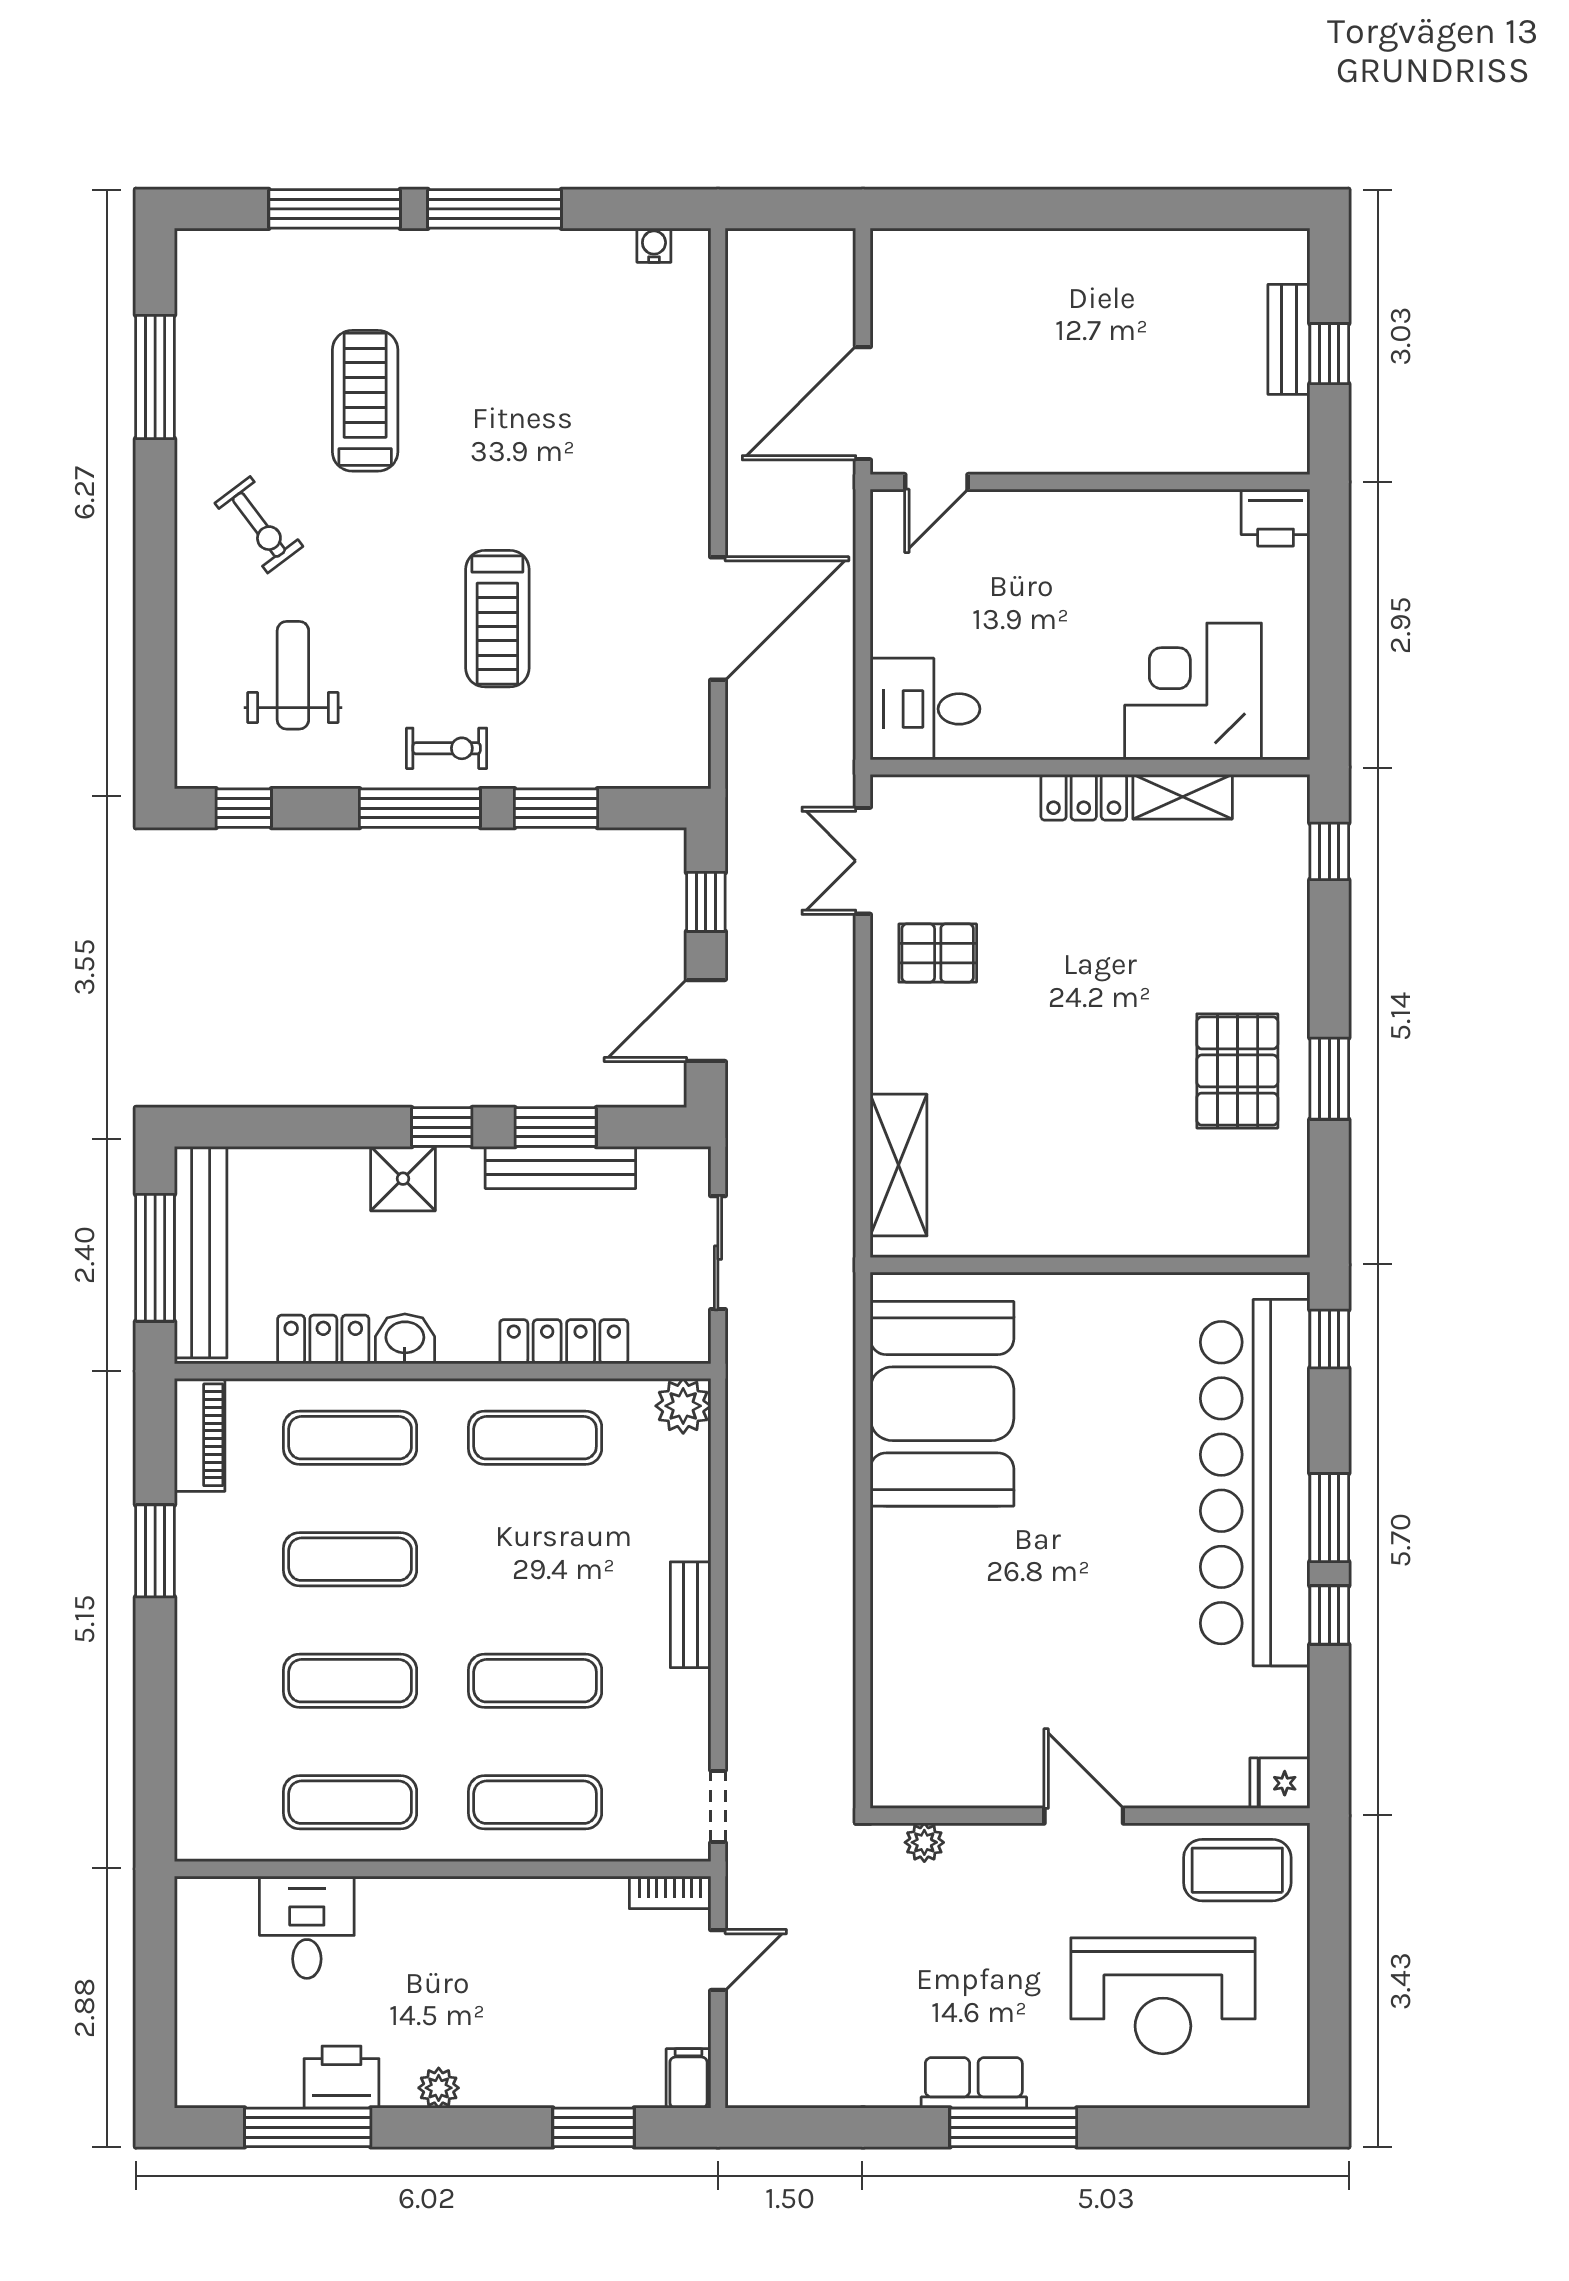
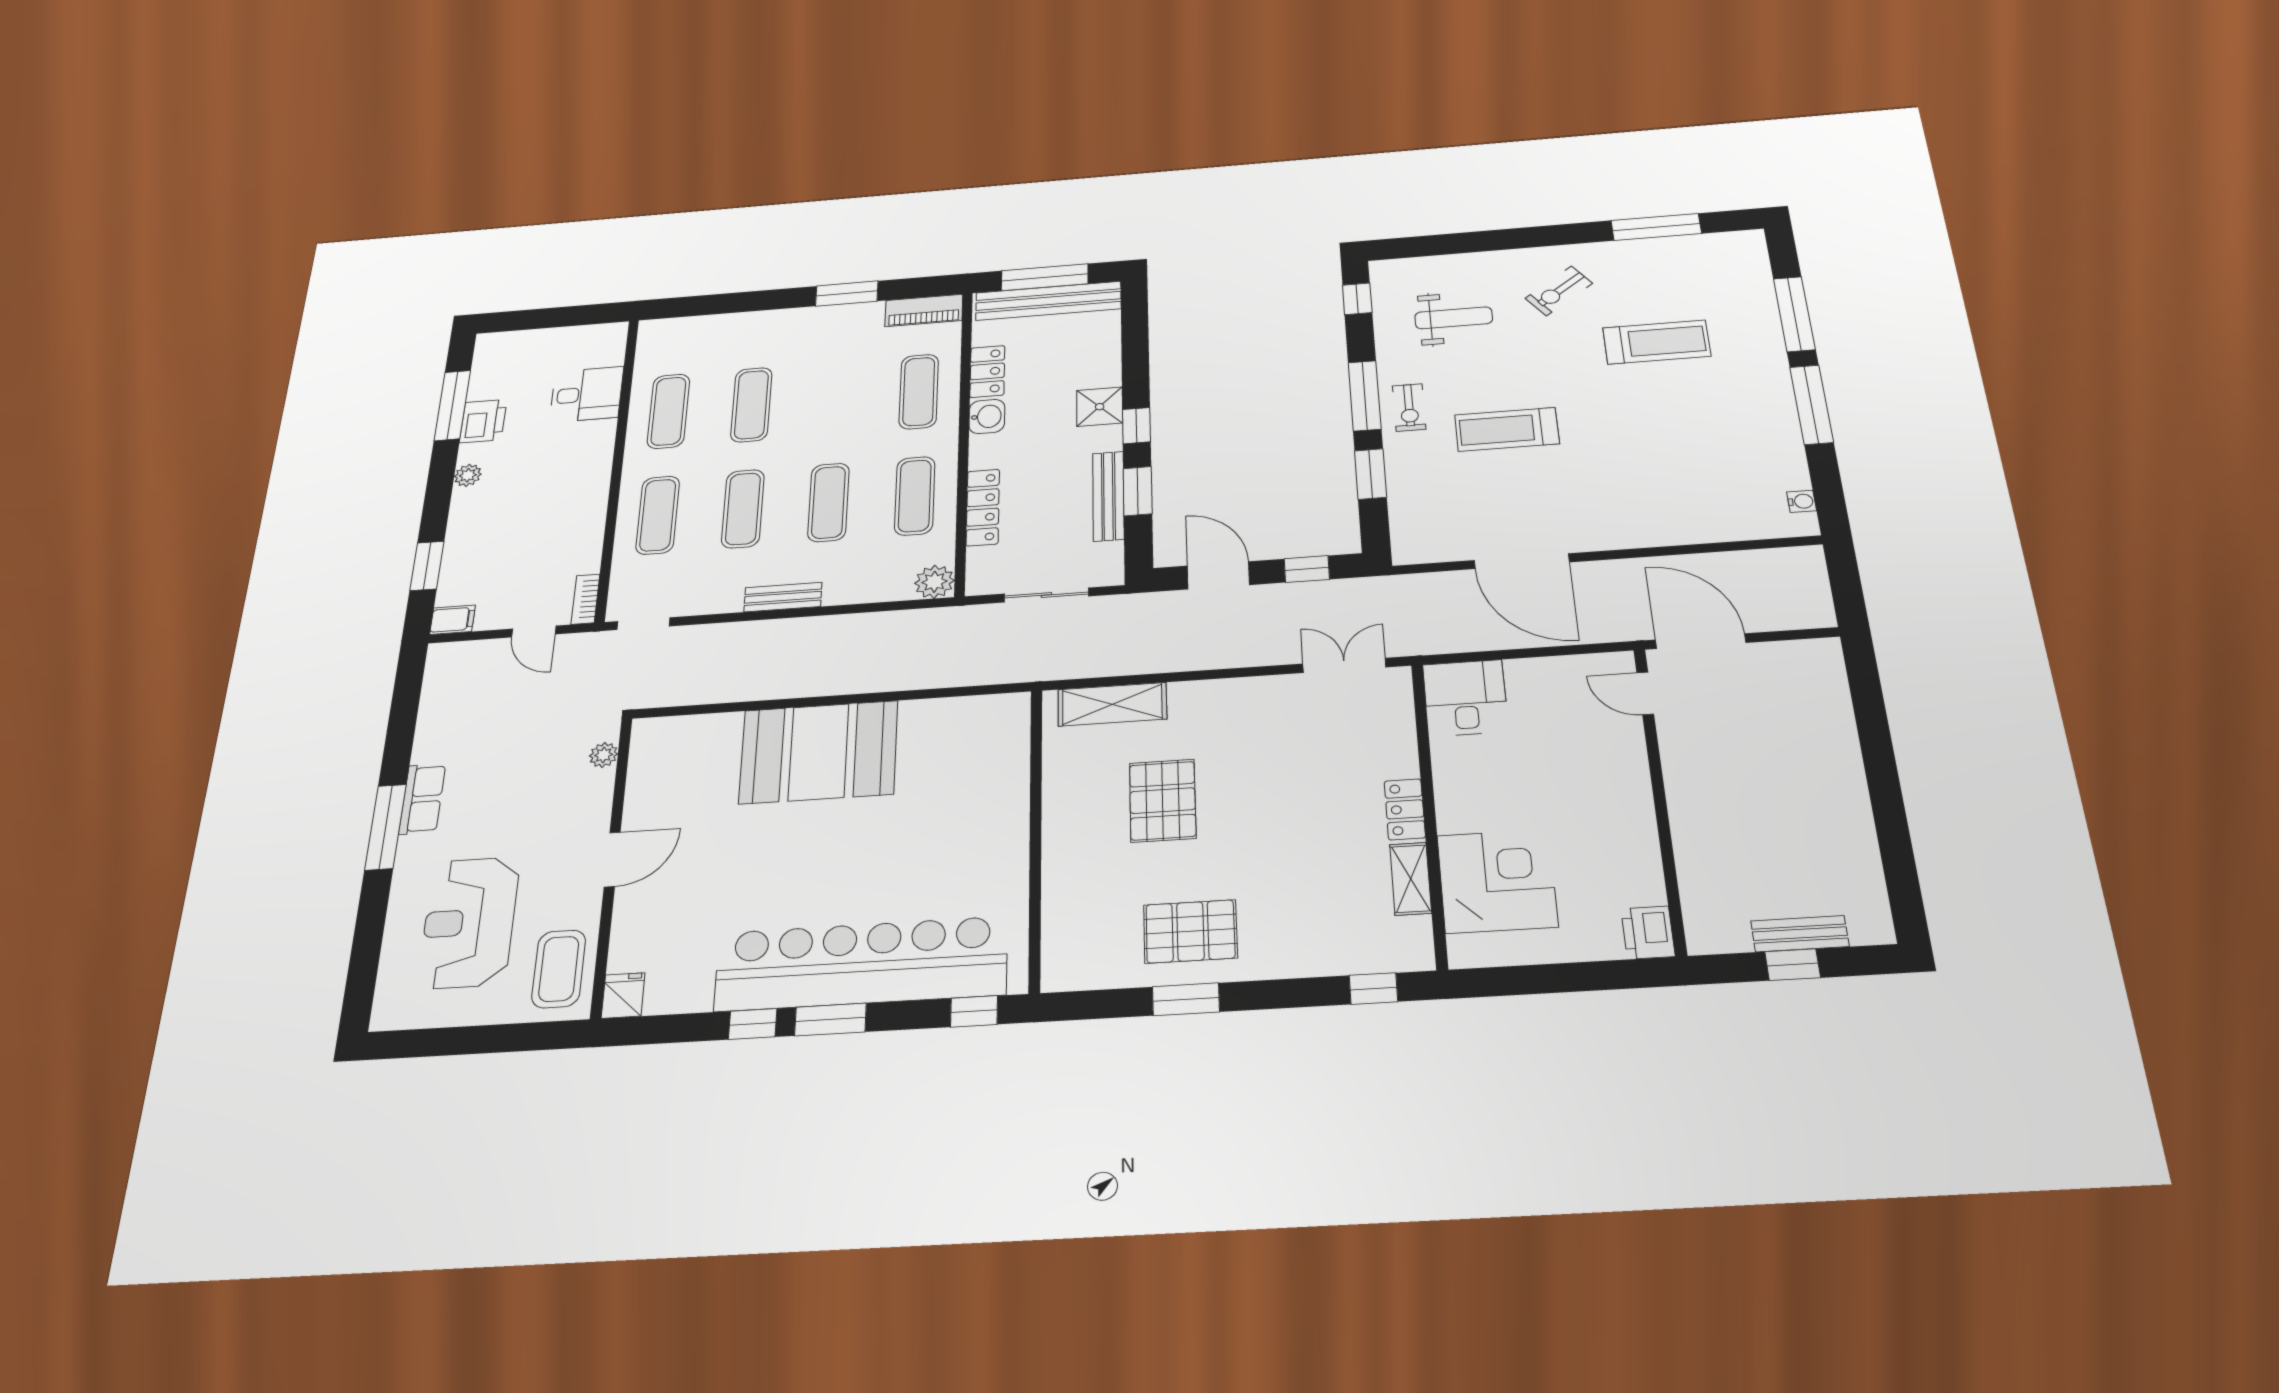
pallet: (938, 953) -> (1163, 801), moved, width x1.50, depth x1.42
booth: (942, 1404) -> (819, 752), moved
exercise mat: (350, 1559) -> (829, 502), moved

